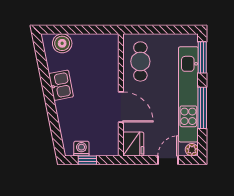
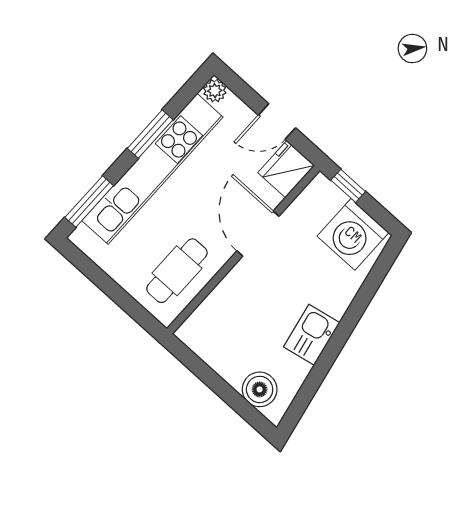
window: (202, 108) -> (150, 134), width x0.69
washing machine: (81, 149) -> (353, 234), width x1.89, depth x1.89
window: (87, 160) -> (348, 186), moved
door: (168, 160) -> (277, 121), moved

